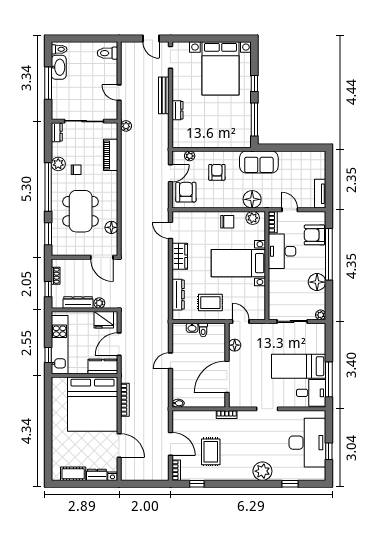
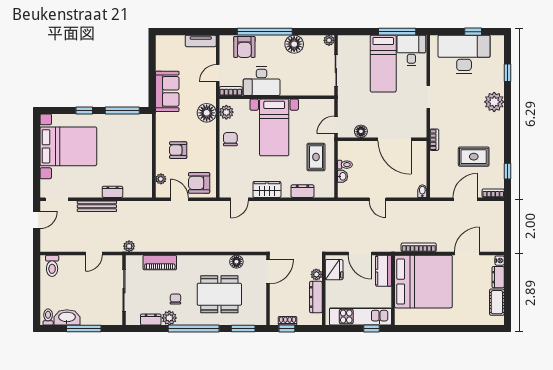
dresser: (57, 132) -> (151, 320), moved
sofa: (259, 162) -> (167, 91), moved
window: (48, 289) -> (287, 329), moved
dresser: (178, 295) -> (303, 191), width x0.70

